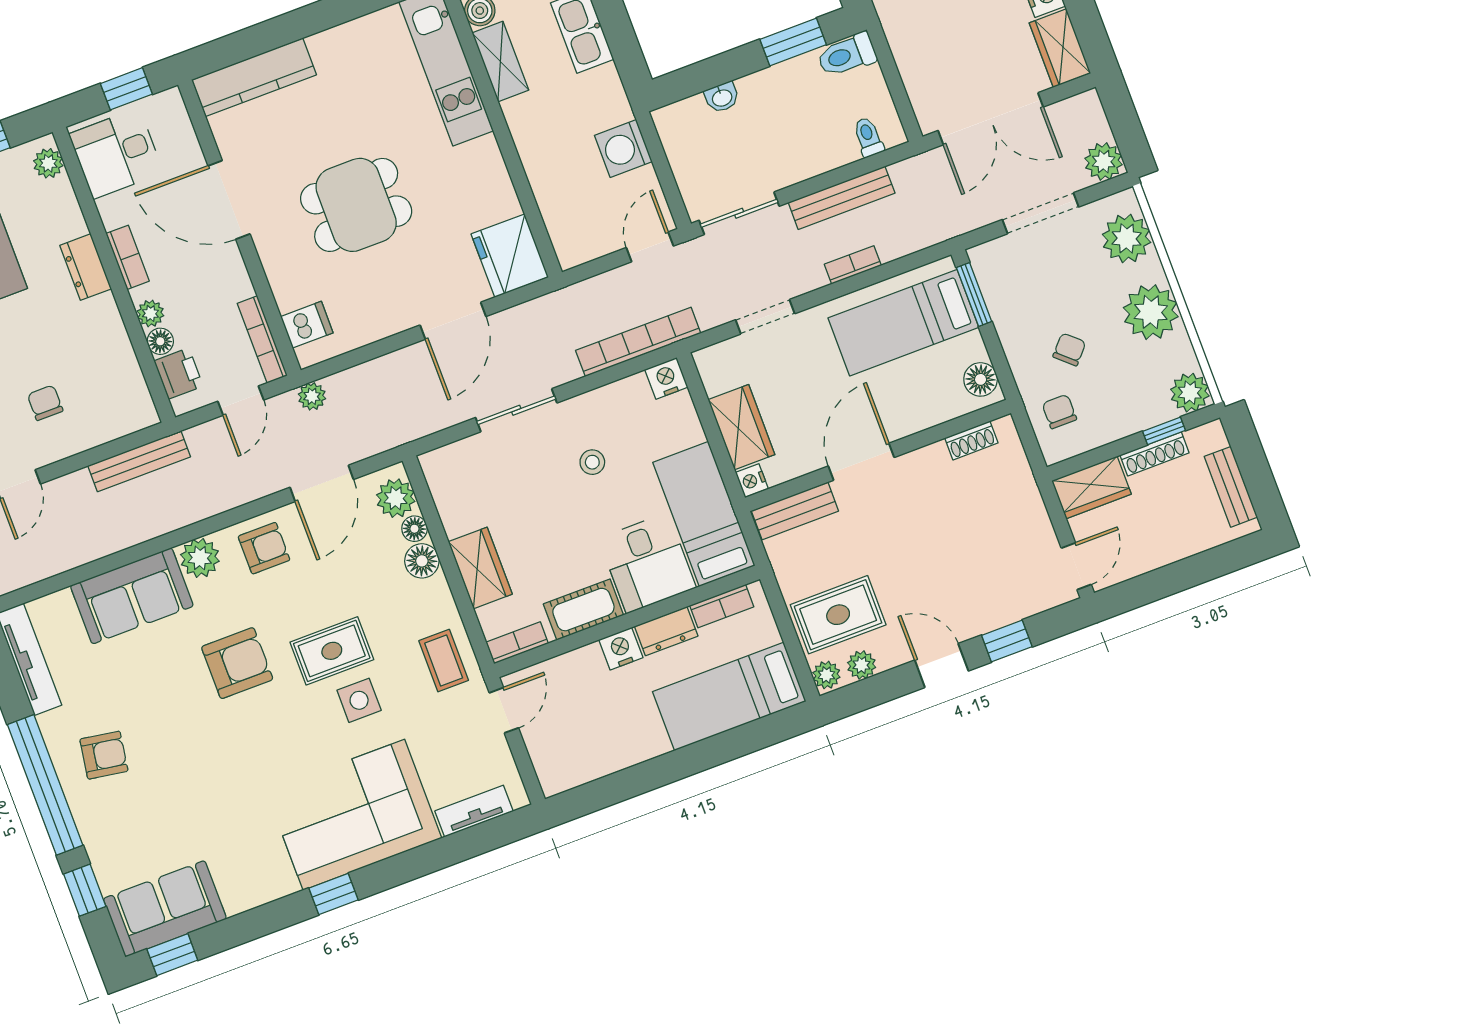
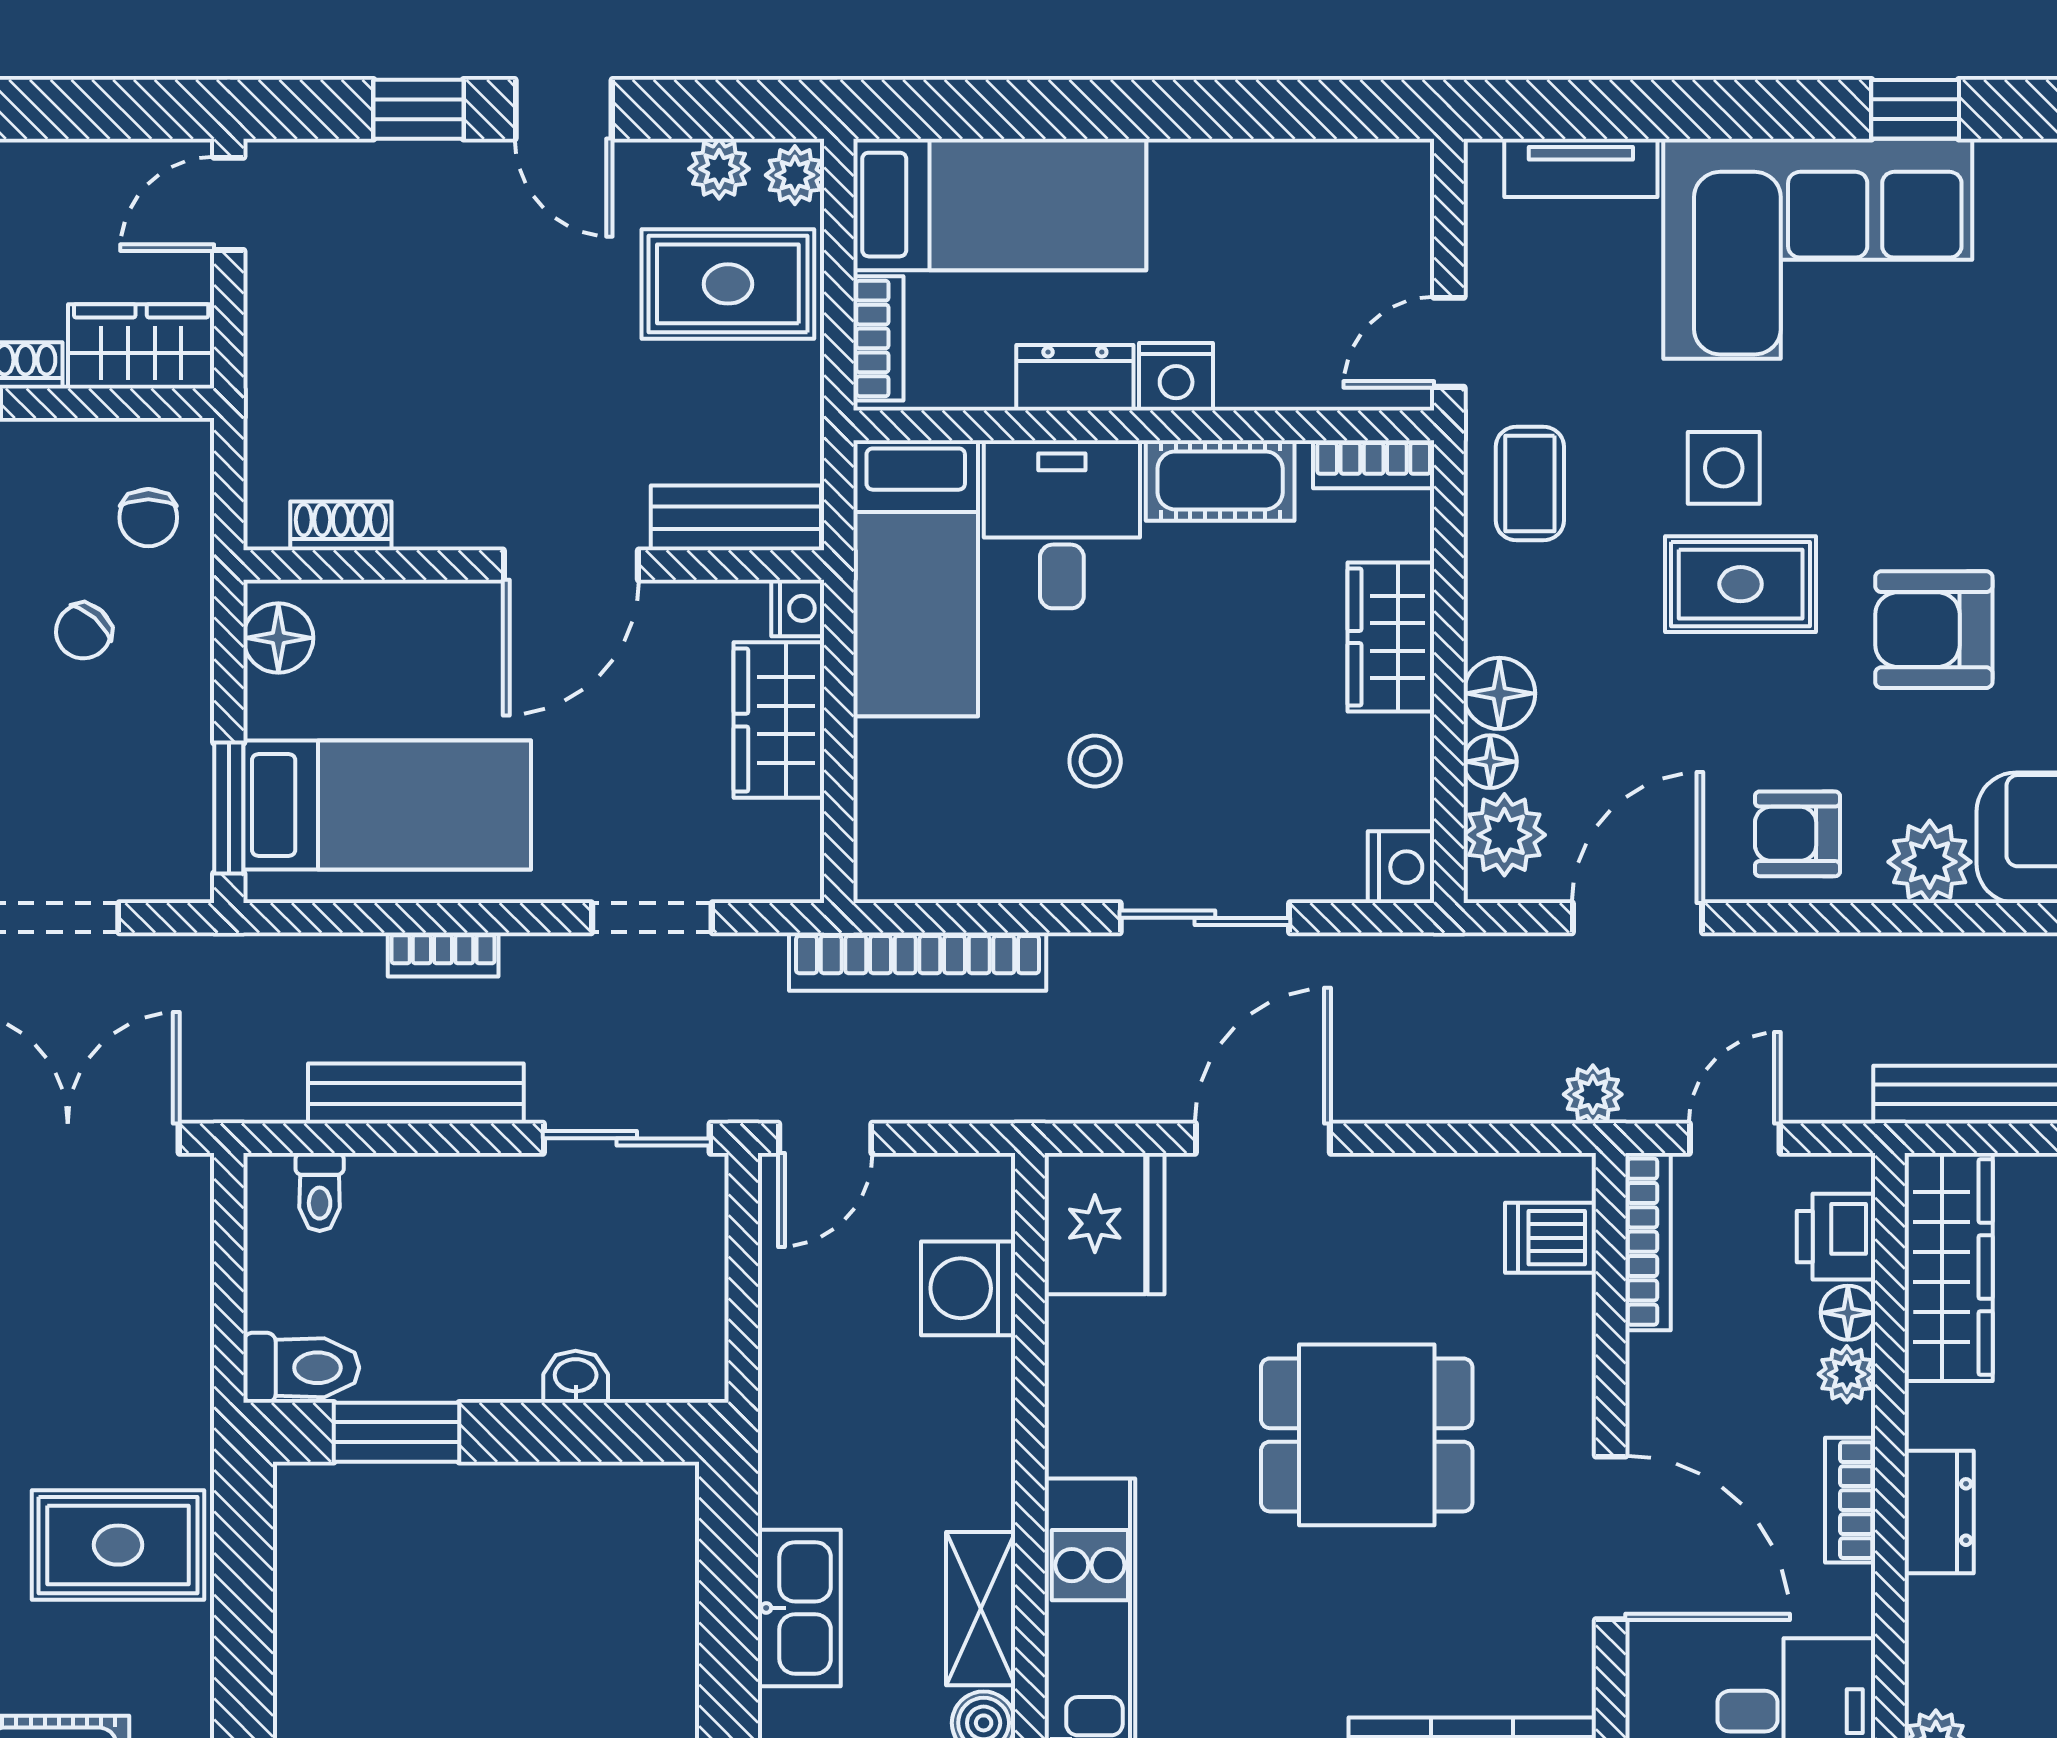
washing machine: (623, 148) -> (968, 1288), moved, turned 180
nightstand: (666, 378) -> (1401, 867), moved, turned -90
wardrobe: (123, 379) -> (1949, 1267), added
bookcase: (722, 606) -> (878, 338), moved, turned 90

